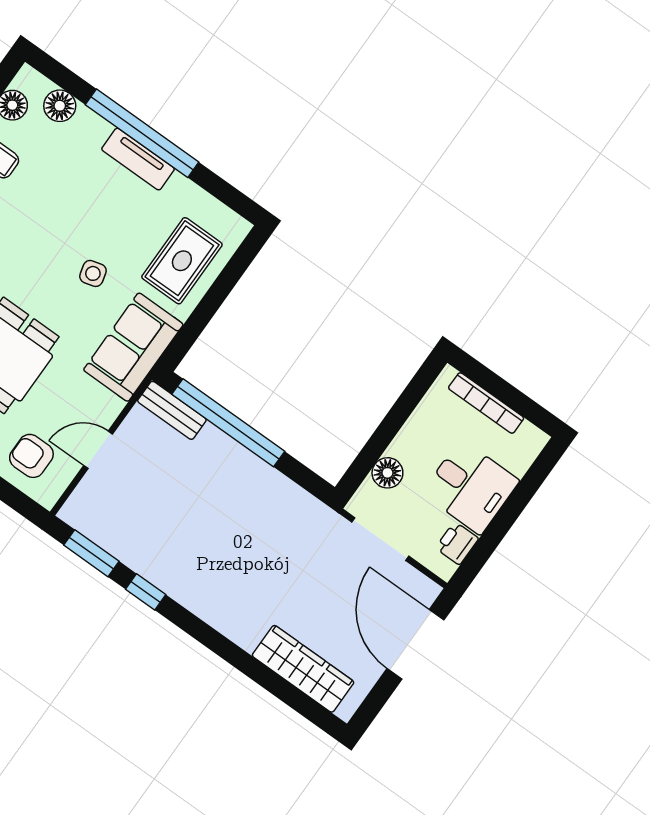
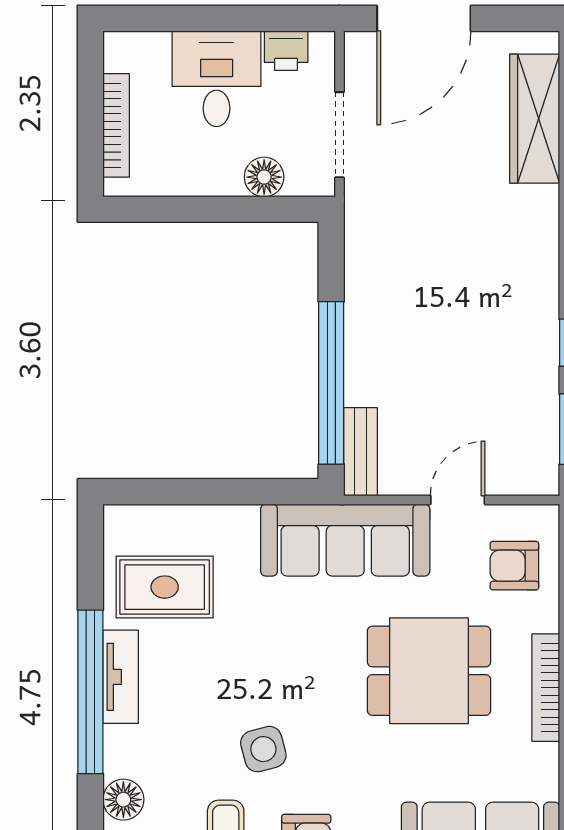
rug: (182, 261) -> (165, 587), moved
side table: (93, 273) -> (263, 749), moved, width x1.37, depth x1.37
sofa: (133, 347) -> (345, 540), width x1.36
door: (98, 450) -> (458, 500), swing flipped
armchair: (31, 456) -> (514, 566), turned 90

